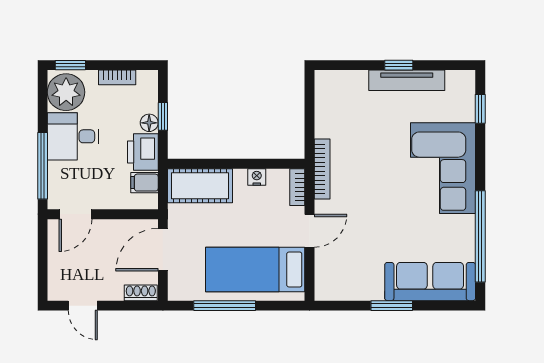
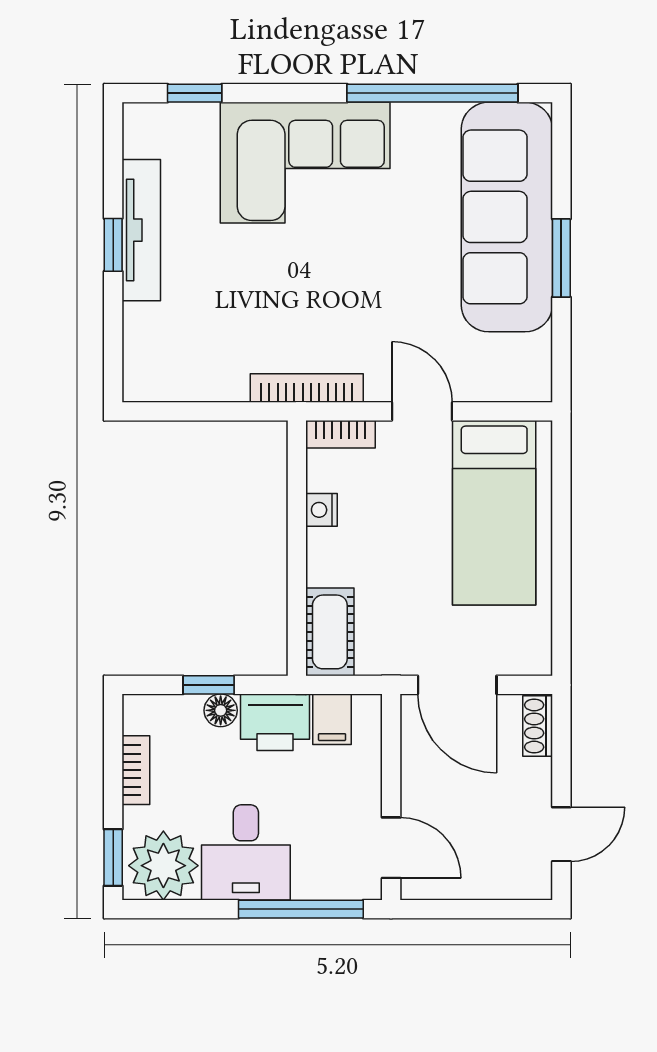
cot: (200, 186) -> (330, 632), width x0.73, depth x0.75
sofa: (430, 282) -> (507, 217), width x1.36, depth x1.27
window: (225, 306) -> (561, 570), removed

